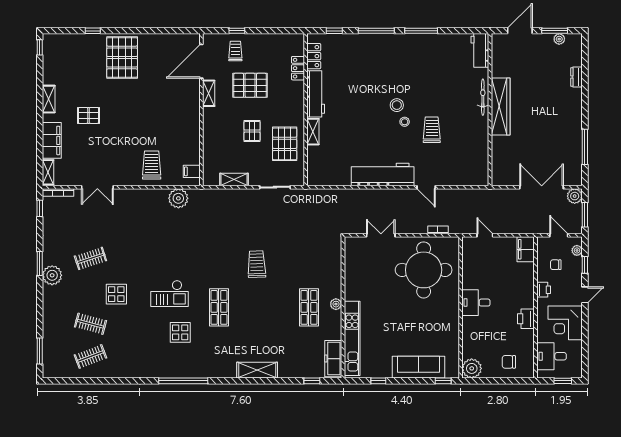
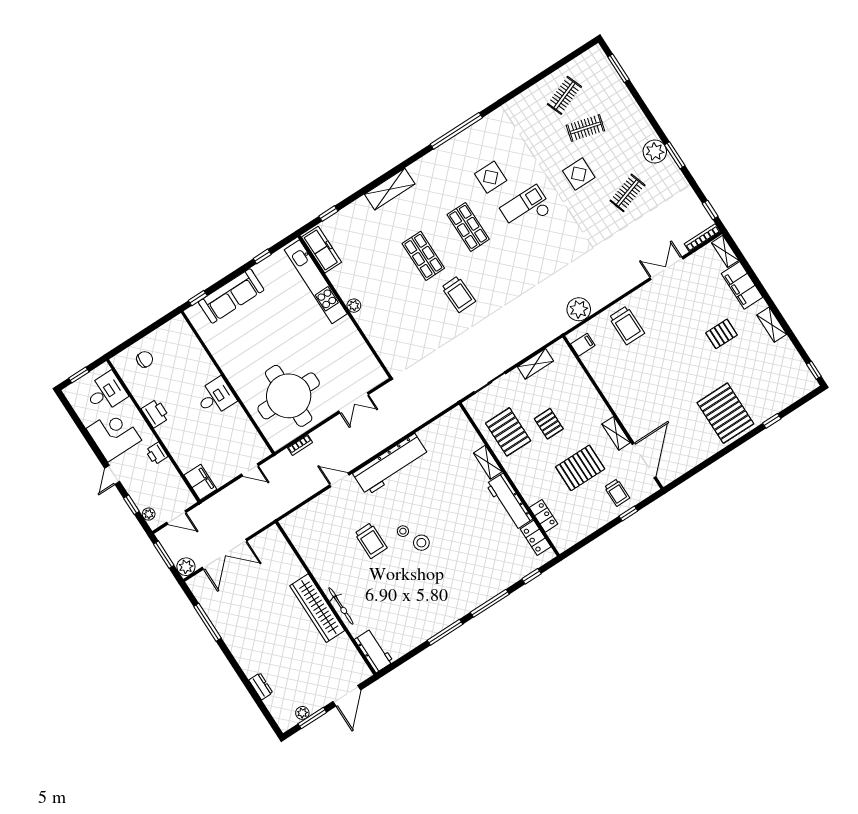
chair: (556, 265) -> (161, 486), removed
shop shelf: (309, 307) -> (423, 256), moved
plant: (472, 368) -> (177, 329), removed

